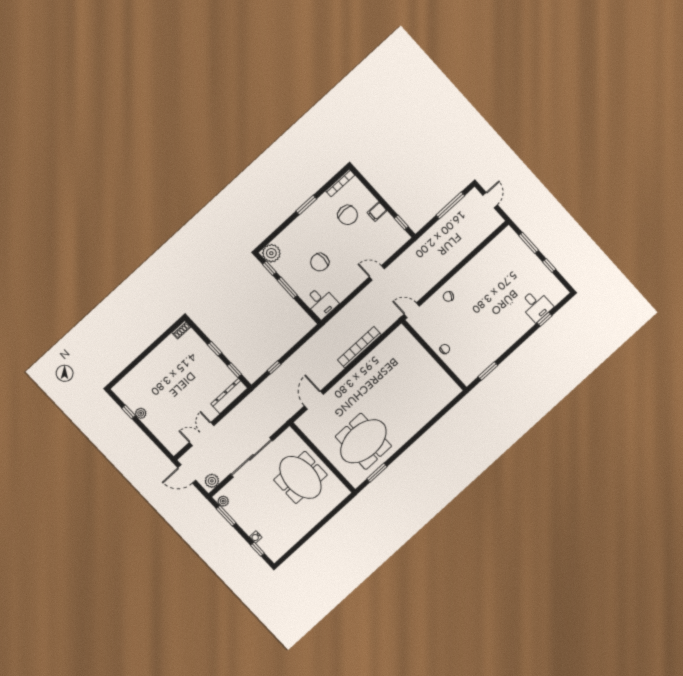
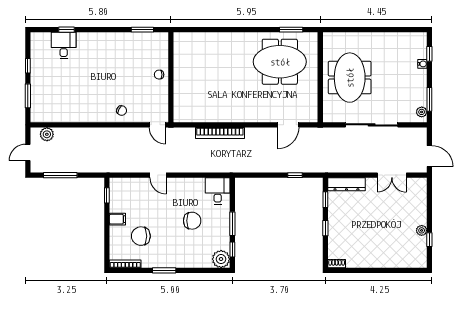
chair: (348, 215) -> (141, 236), turned -90
plant: (212, 481) -> (47, 134), moved

